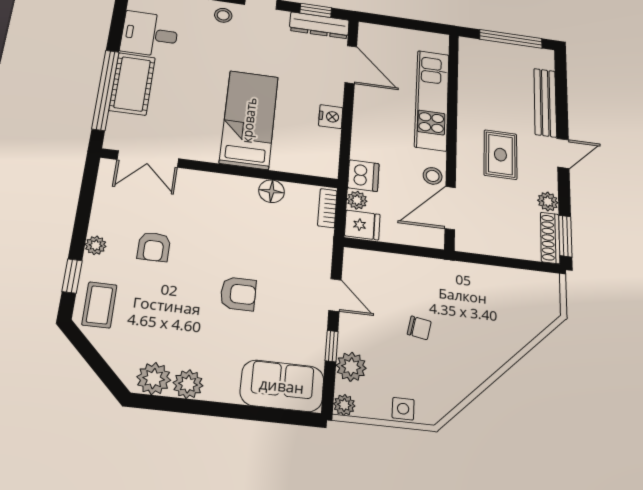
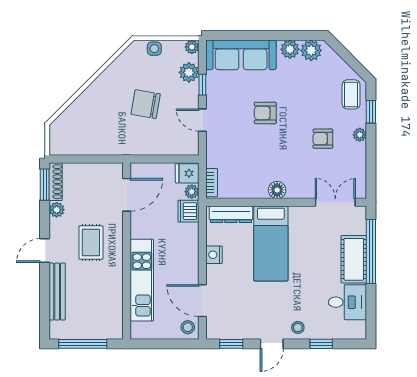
dresser: (319, 25) -> (231, 214), moved, turned 180
stool: (433, 176) -> (188, 327), moved
floor lamp: (272, 191) -> (277, 190), moved
armchair: (154, 247) -> (323, 139), turned -90
chair: (419, 328) -> (146, 104), width x1.87, depth x1.87
sofa: (282, 386) -> (241, 55), width x1.36

